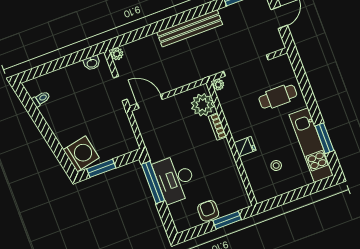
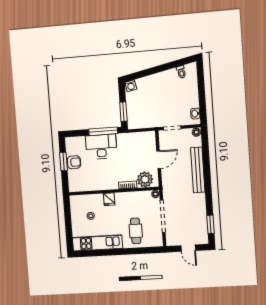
bench: (190, 28) -> (198, 170), moved
door: (150, 102) -> (159, 160), moved
window: (324, 138) -> (99, 253), removed
washing machine: (81, 154) -> (131, 86), width x0.53, depth x0.53
window: (101, 168) -> (123, 112), moved
window: (227, 220) -> (63, 161), moved

